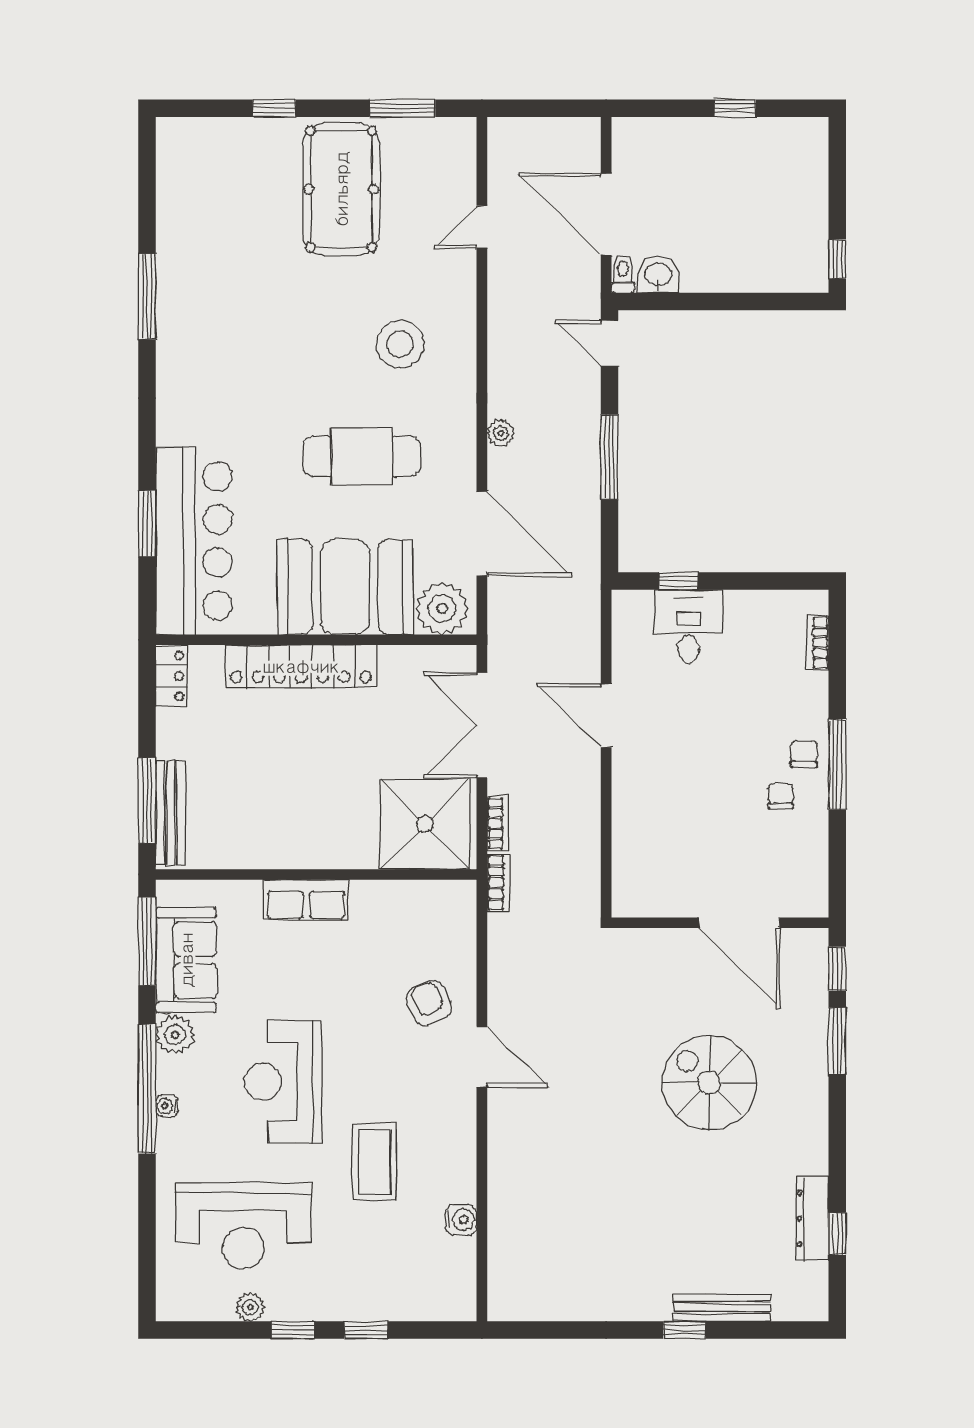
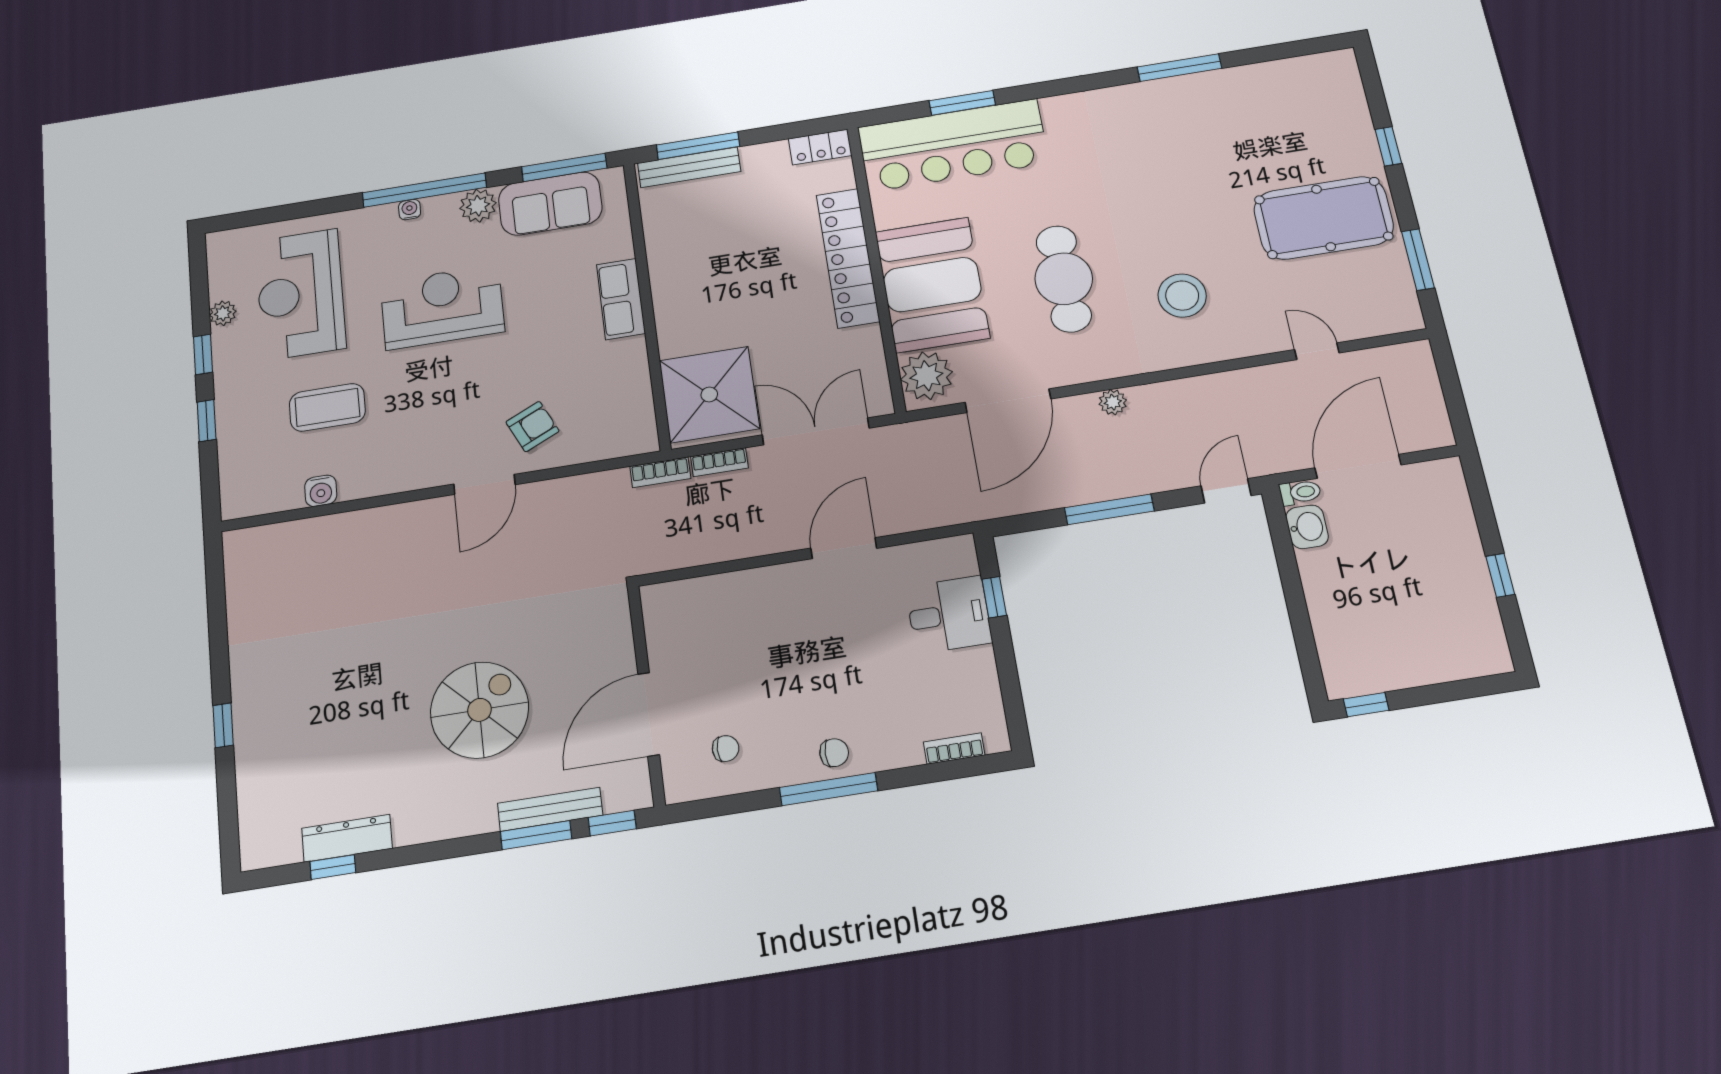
chair: (781, 796) -> (726, 749), moved
coffee table: (375, 1162) -> (327, 407), moved
bench: (722, 1308) -> (550, 809), moved, turned 90

